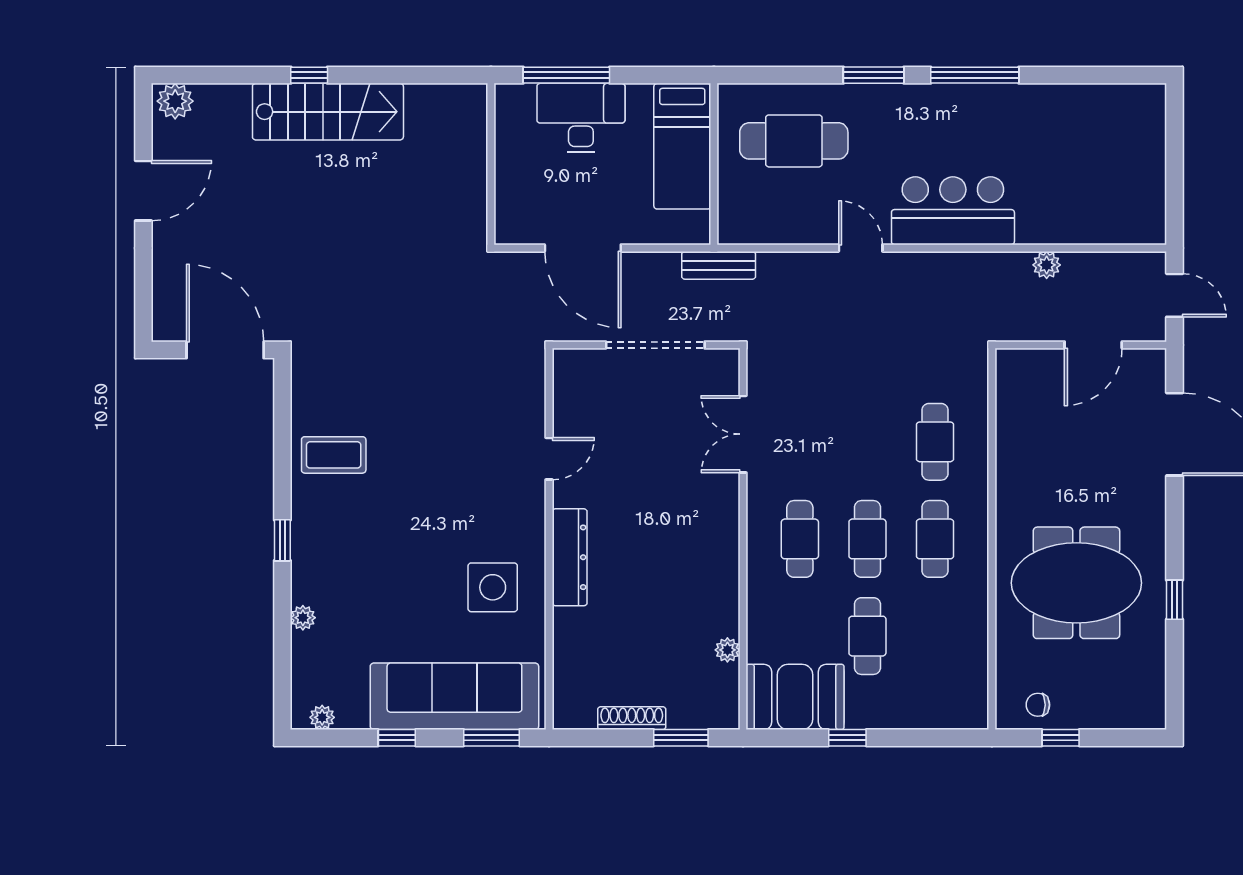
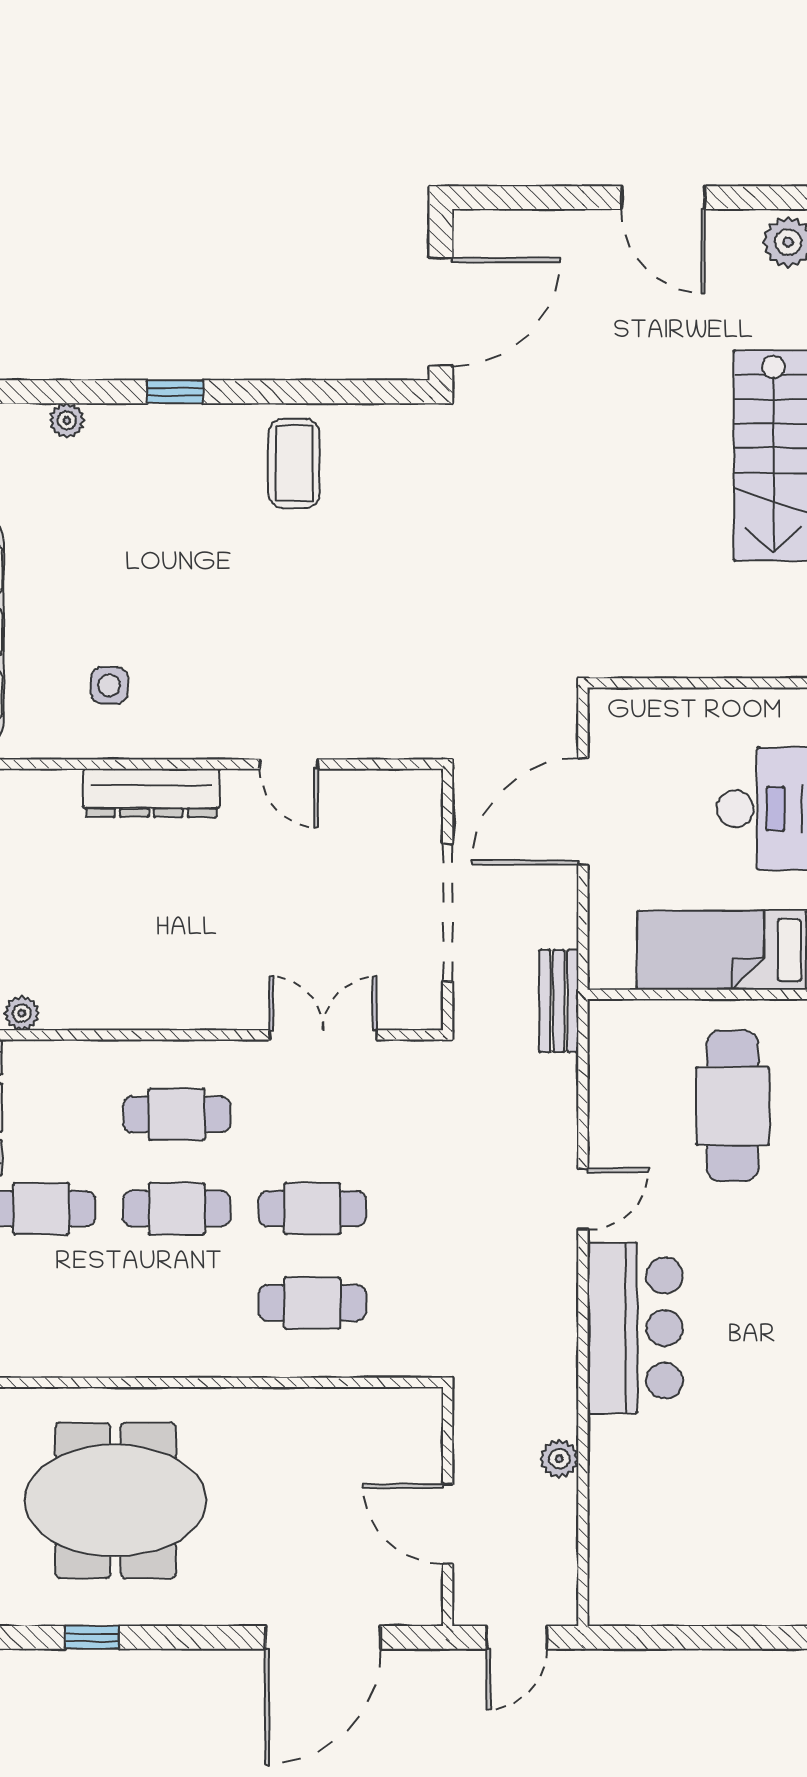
cafe table: (935, 539) -> (312, 1209), moved
meeting table: (1076, 583) -> (115, 1501), turned 90
side table: (493, 587) -> (109, 685), width x0.54, depth x0.54

